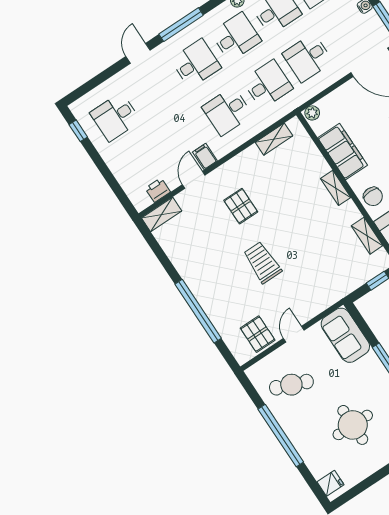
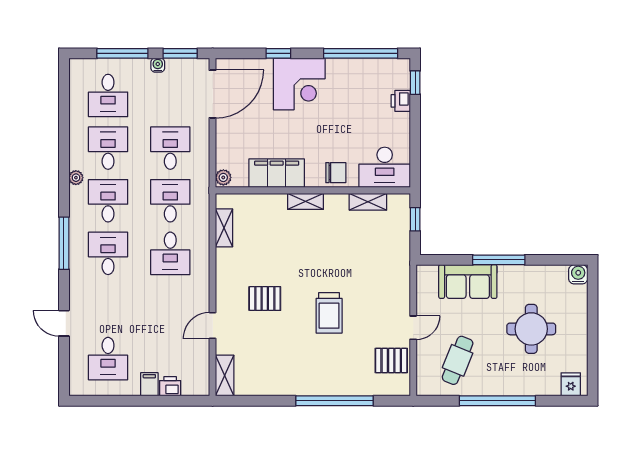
door: (138, 53) -> (64, 323), moved
desk: (308, 58) -> (170, 148), turned 180
window: (78, 131) -> (98, 401), removed
filing cabinet: (205, 156) -> (149, 384), moved, turned 90
door: (194, 180) -> (213, 325), hinge flipped
printer: (158, 190) -> (170, 386), moved, turned 90
trolley: (262, 262) -> (329, 313), turned -90
door: (294, 334) -> (413, 328), swing flipped
sofa: (345, 335) -> (468, 282), moved

